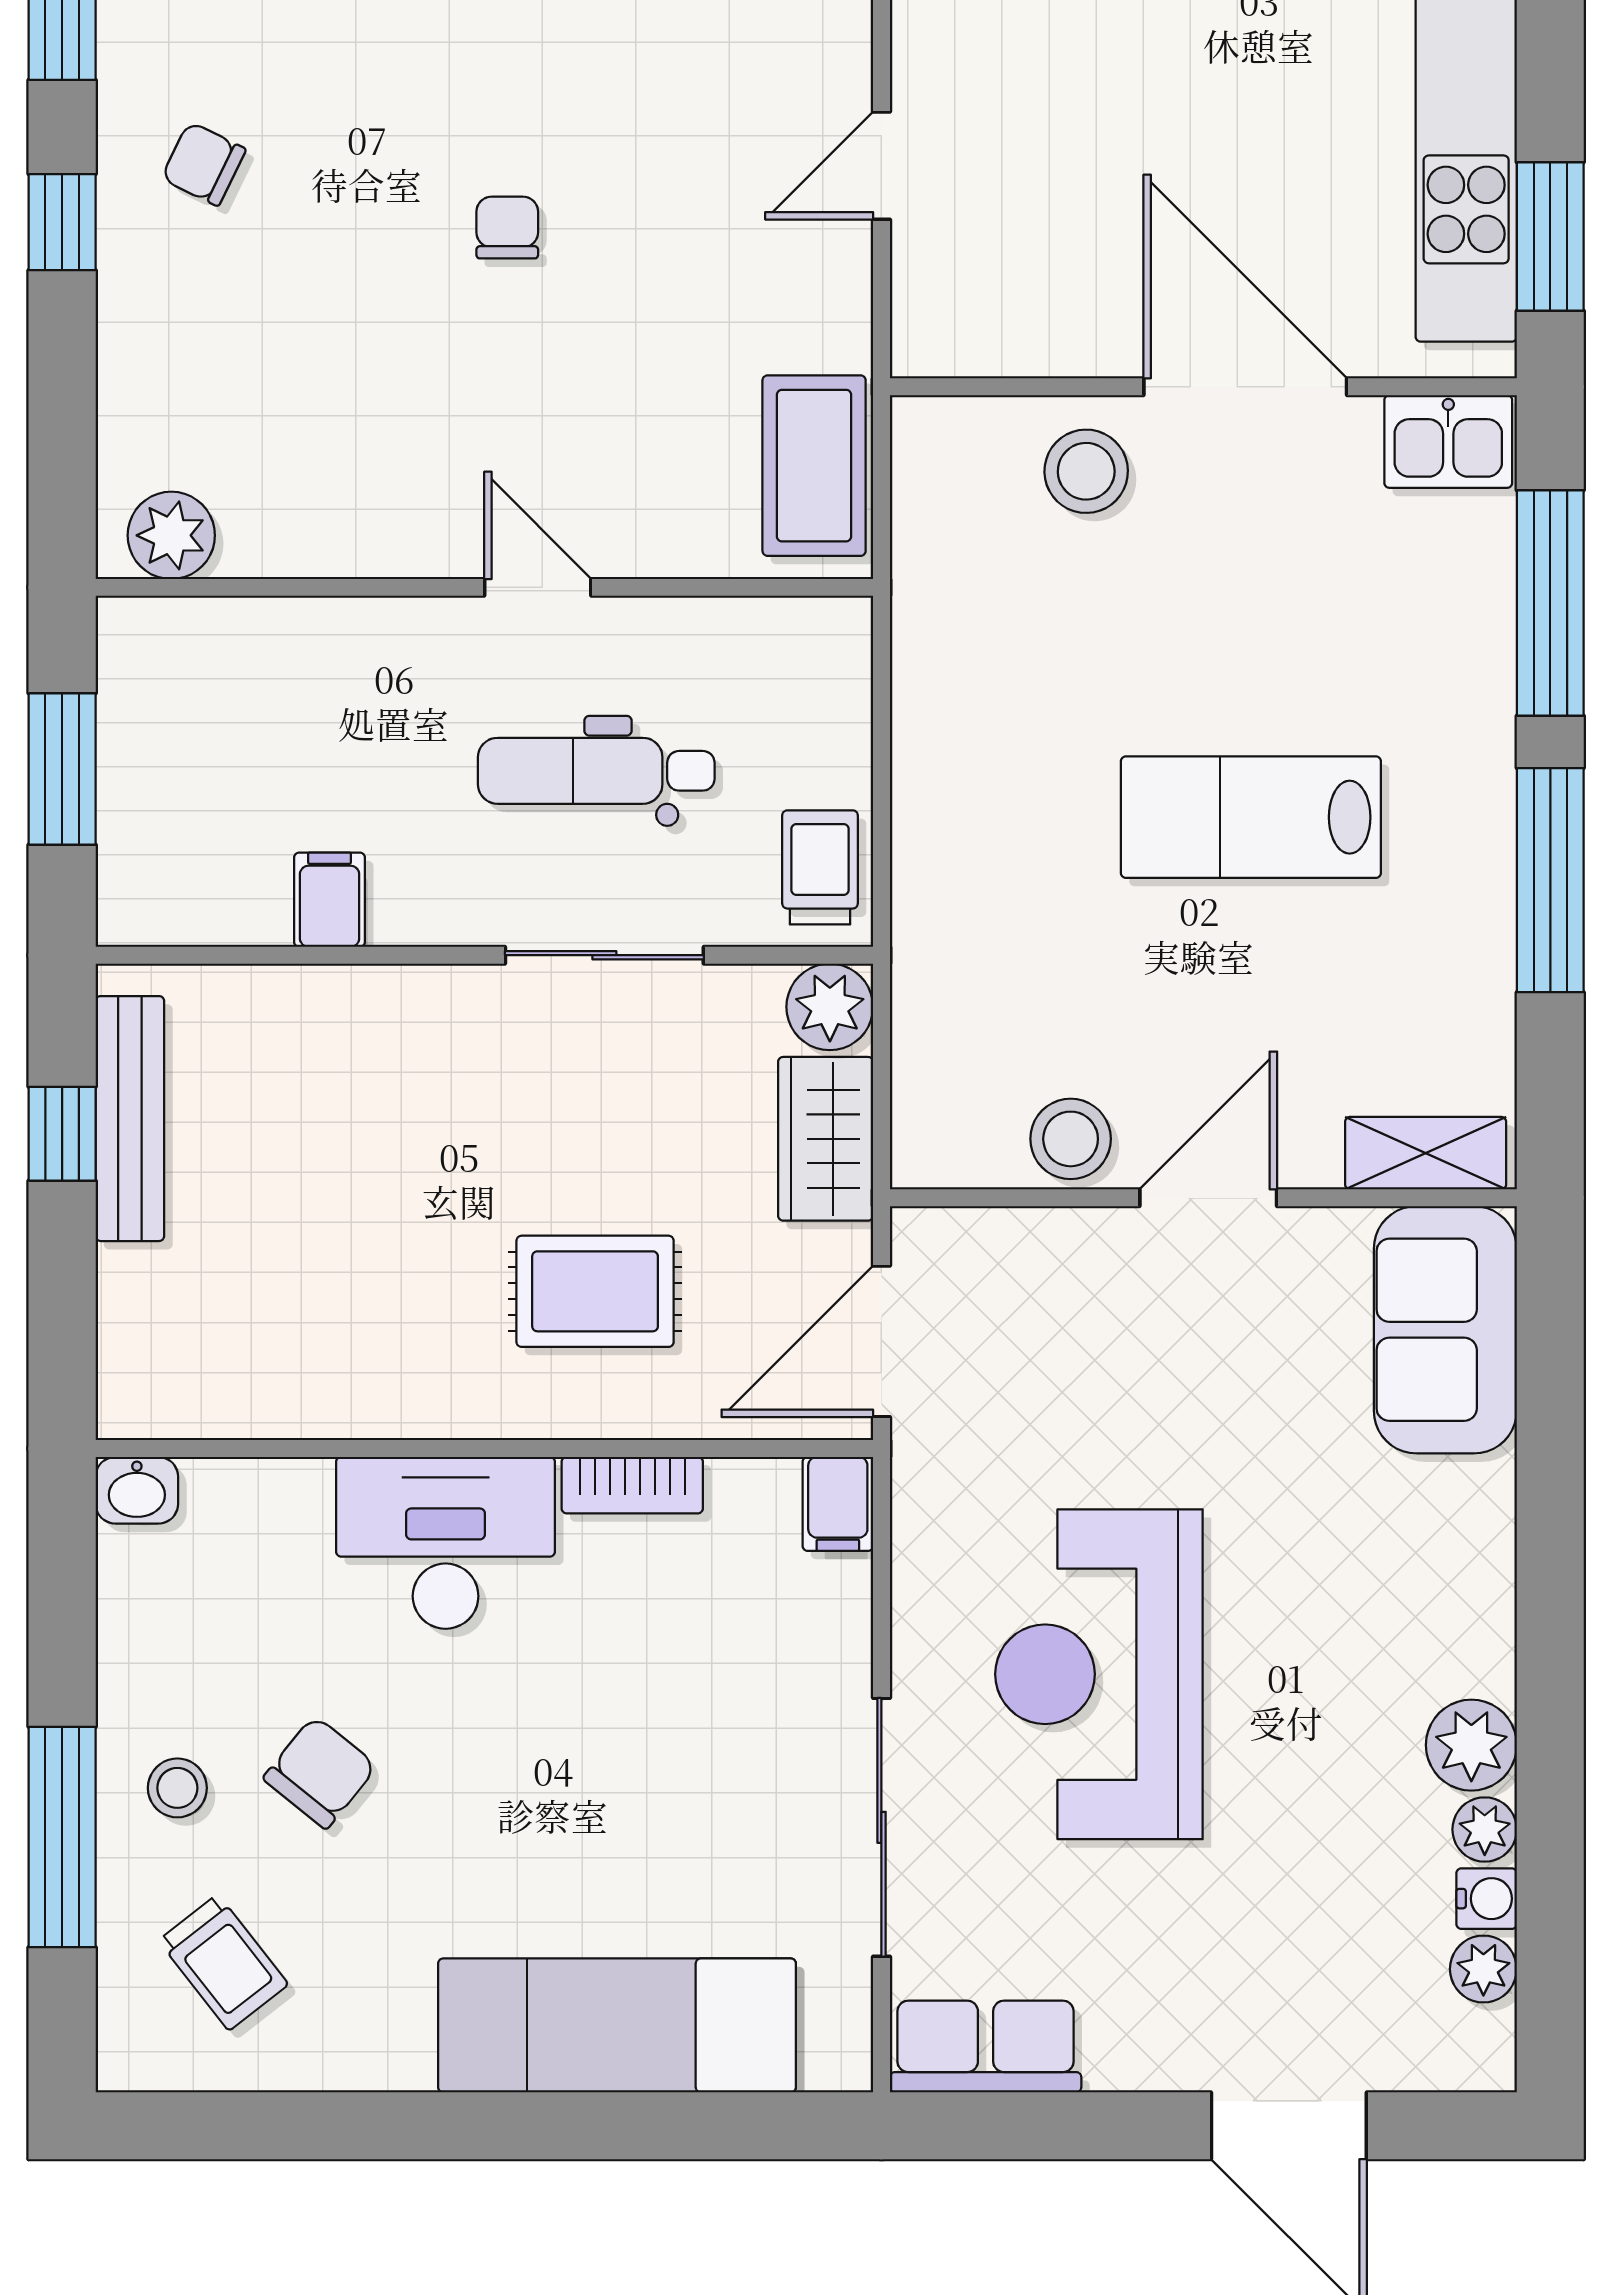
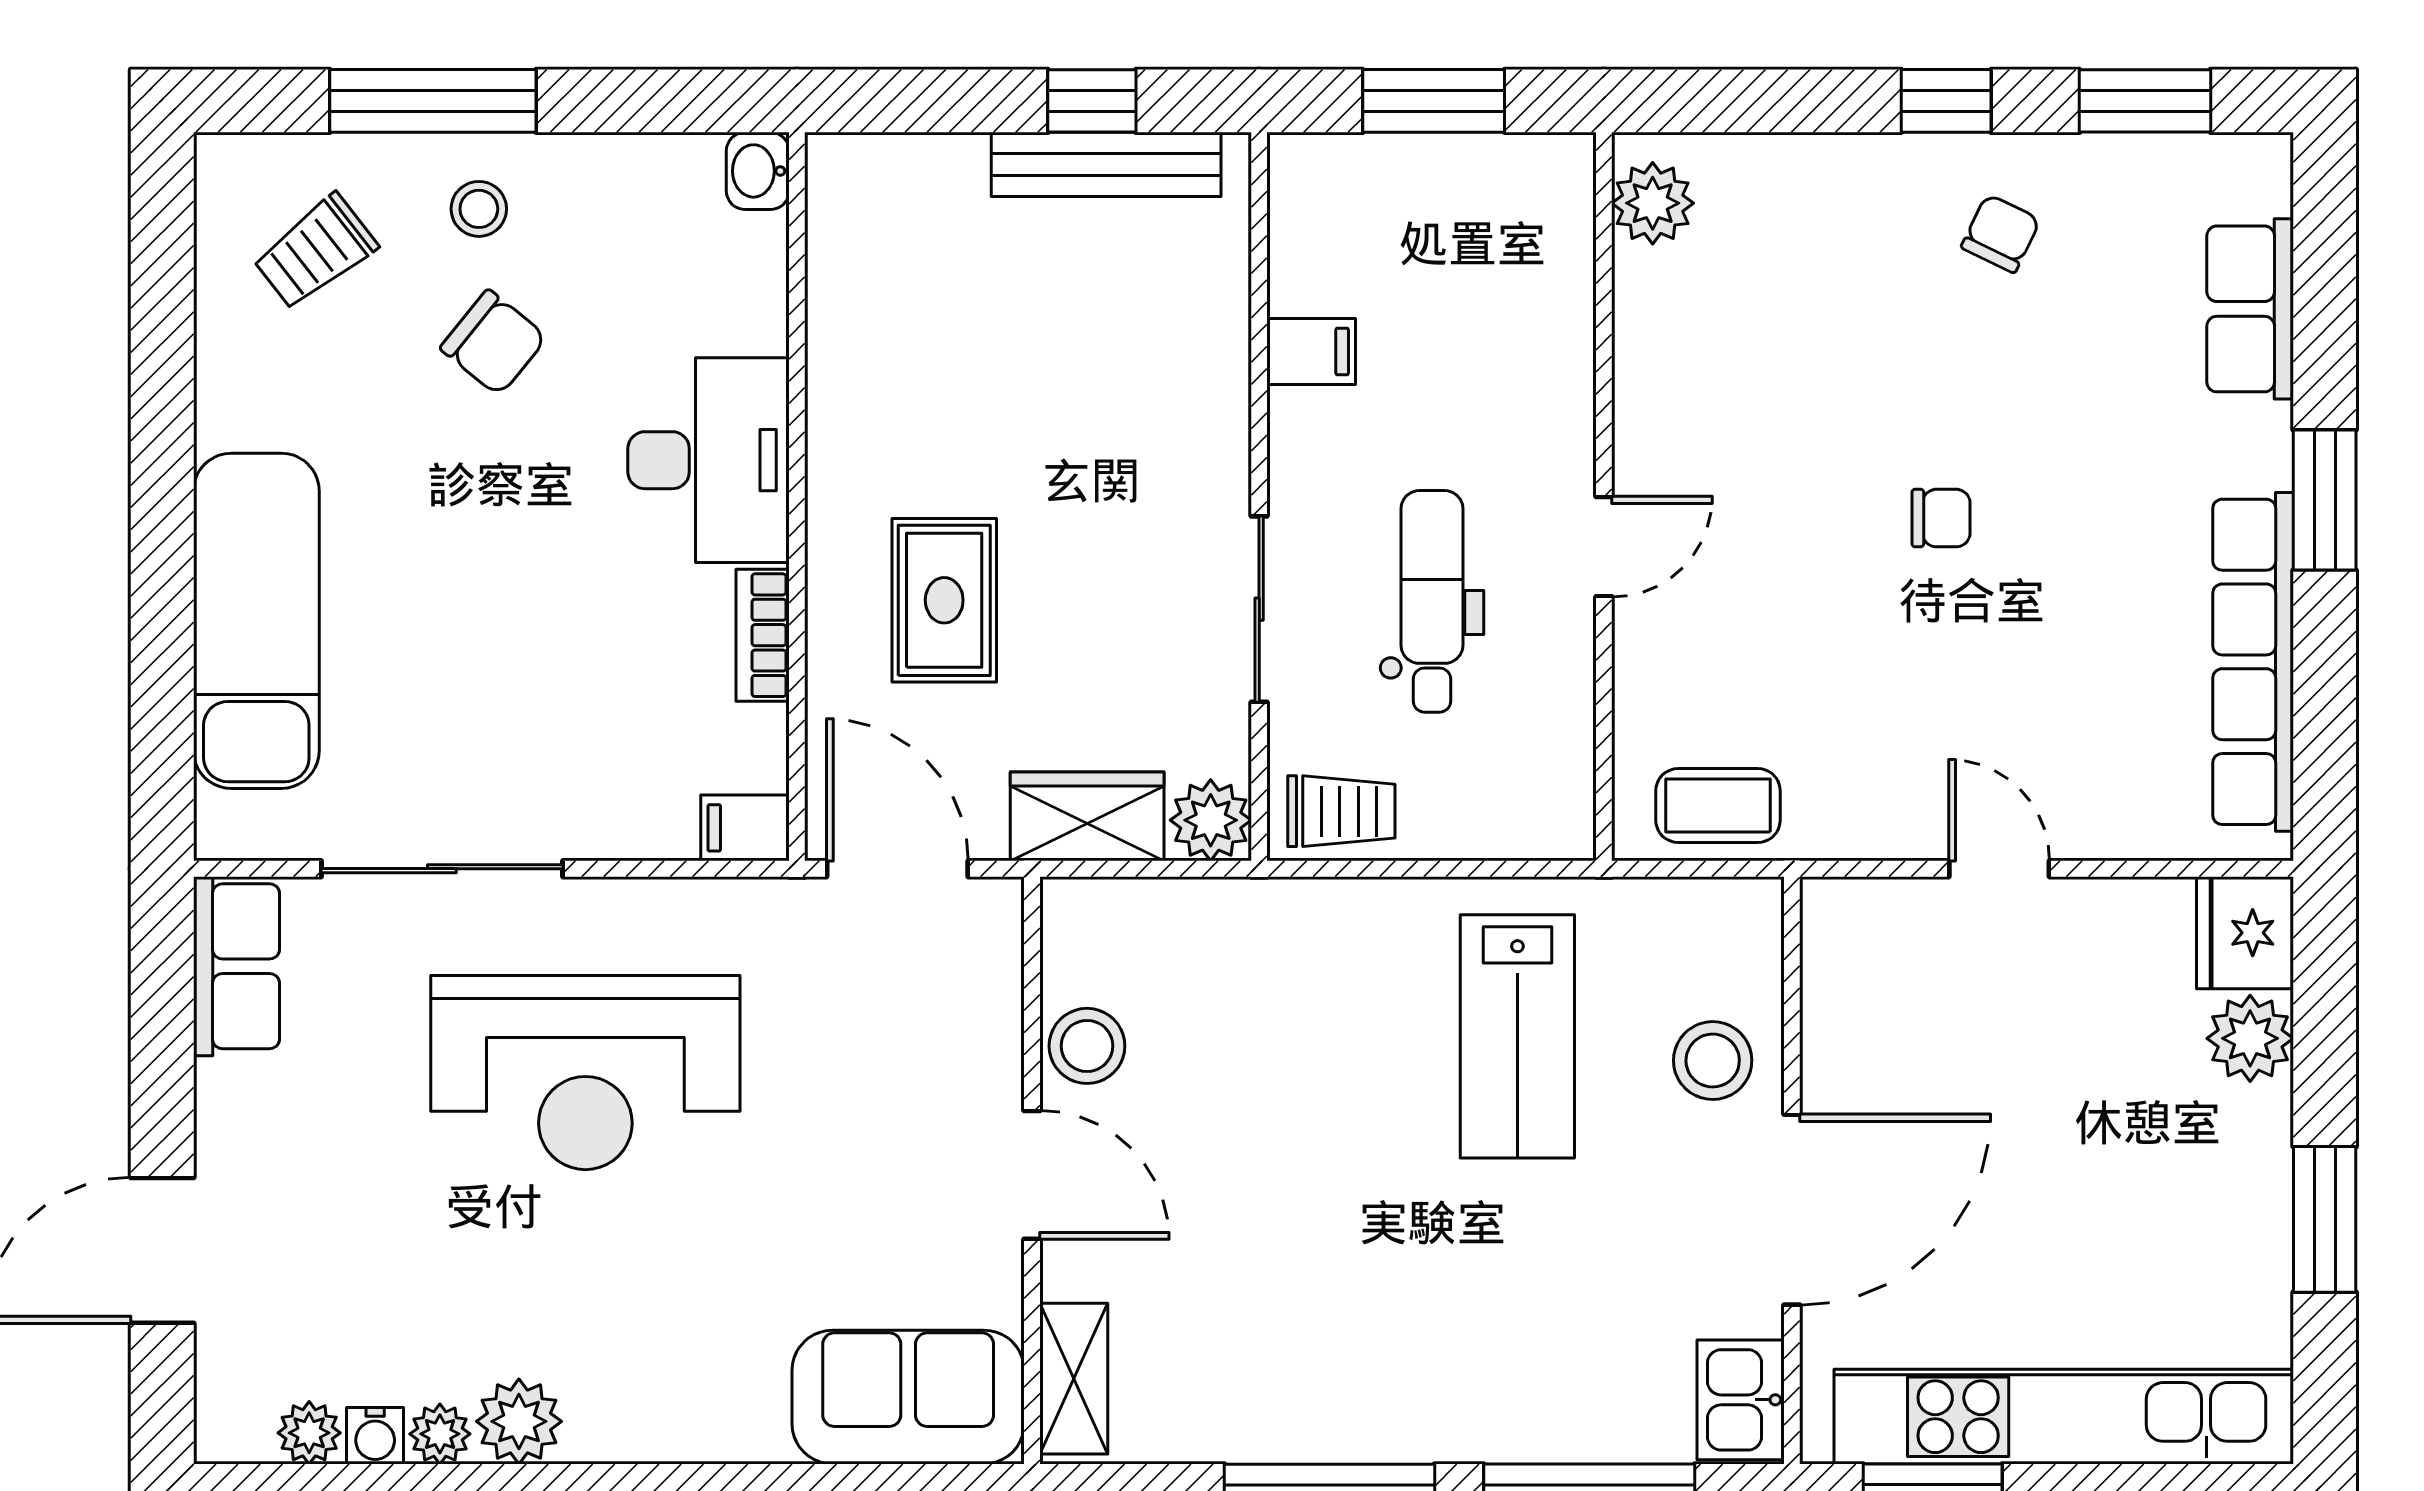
coffee table: (814, 466) -> (1718, 806), width x0.73, depth x0.77
lab bench: (1251, 817) -> (1517, 1036), moved, turned 180
reception desk: (1099, 1674) -> (585, 1073), turned 180

